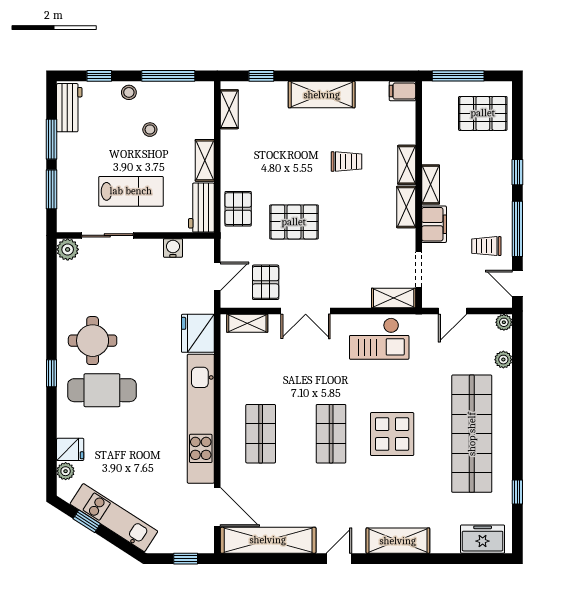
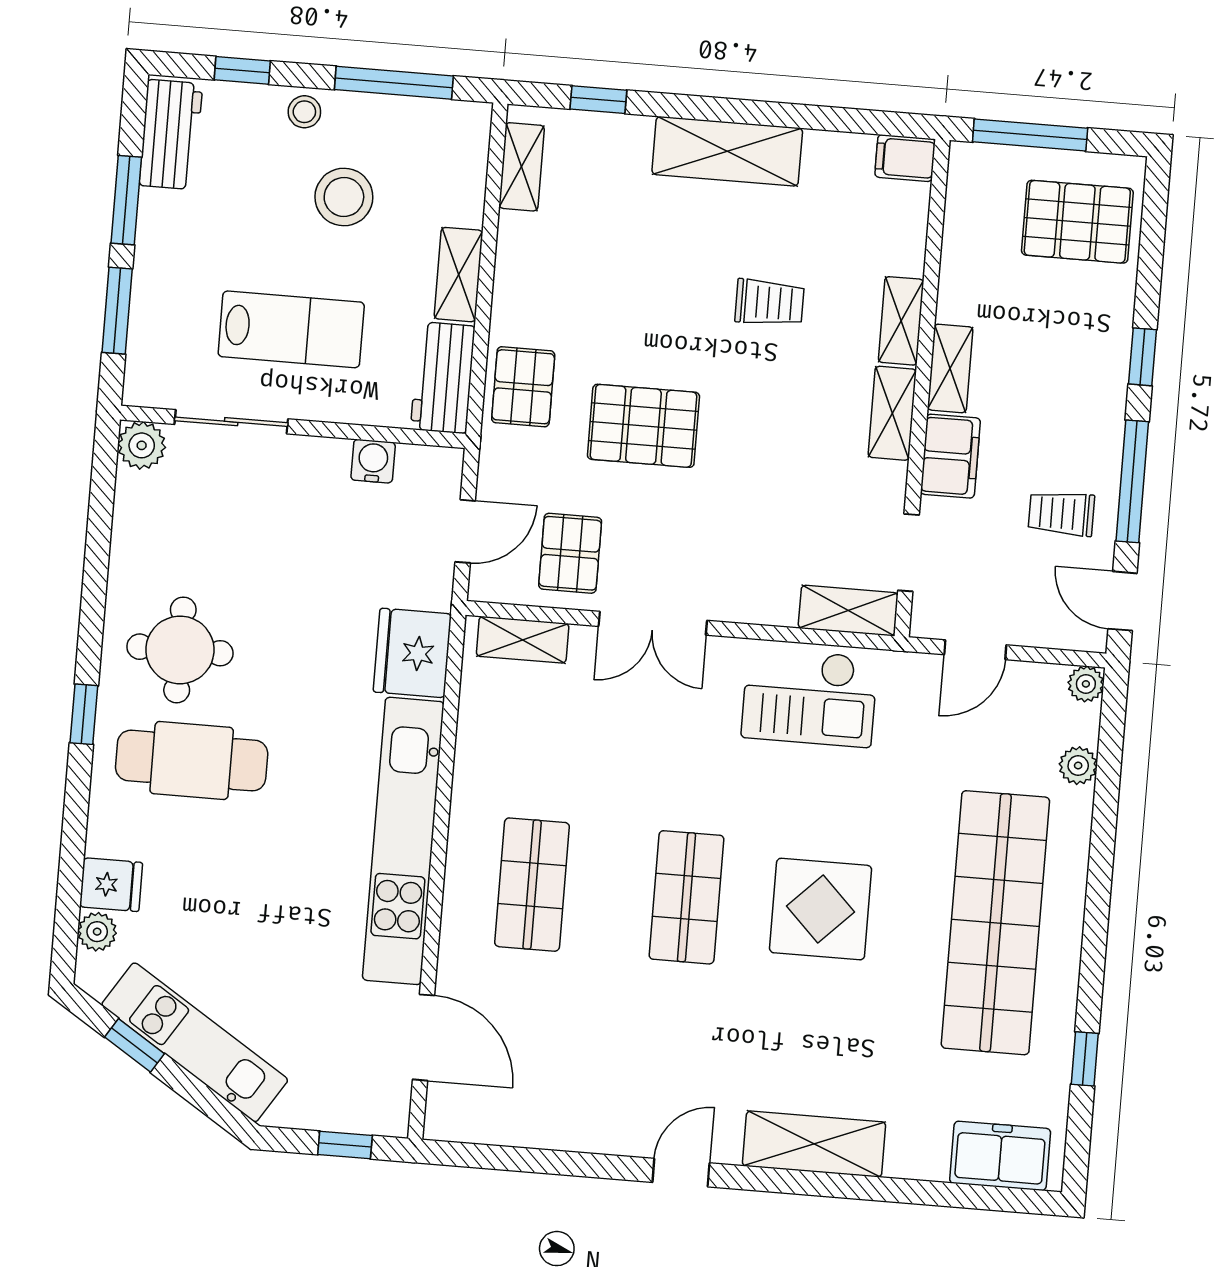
stool: (150, 130) -> (344, 197), width x1.89, depth x1.89
shelving: (268, 540) -> (529, 1120), removed

